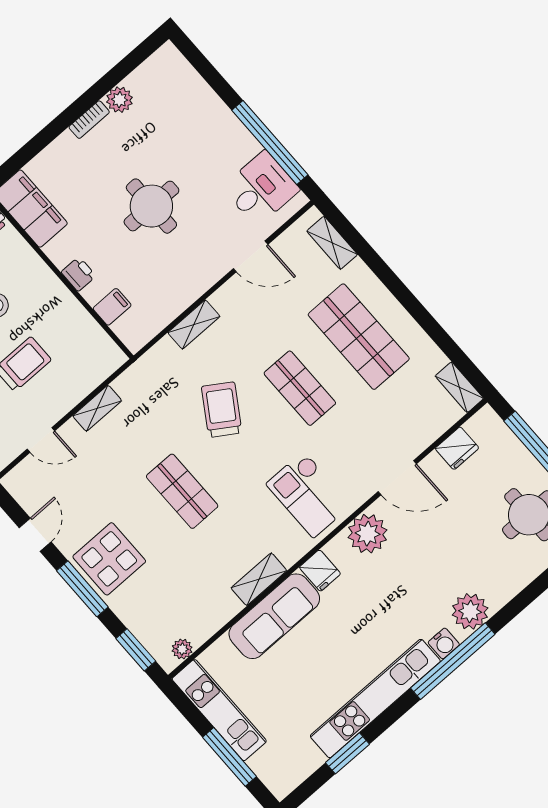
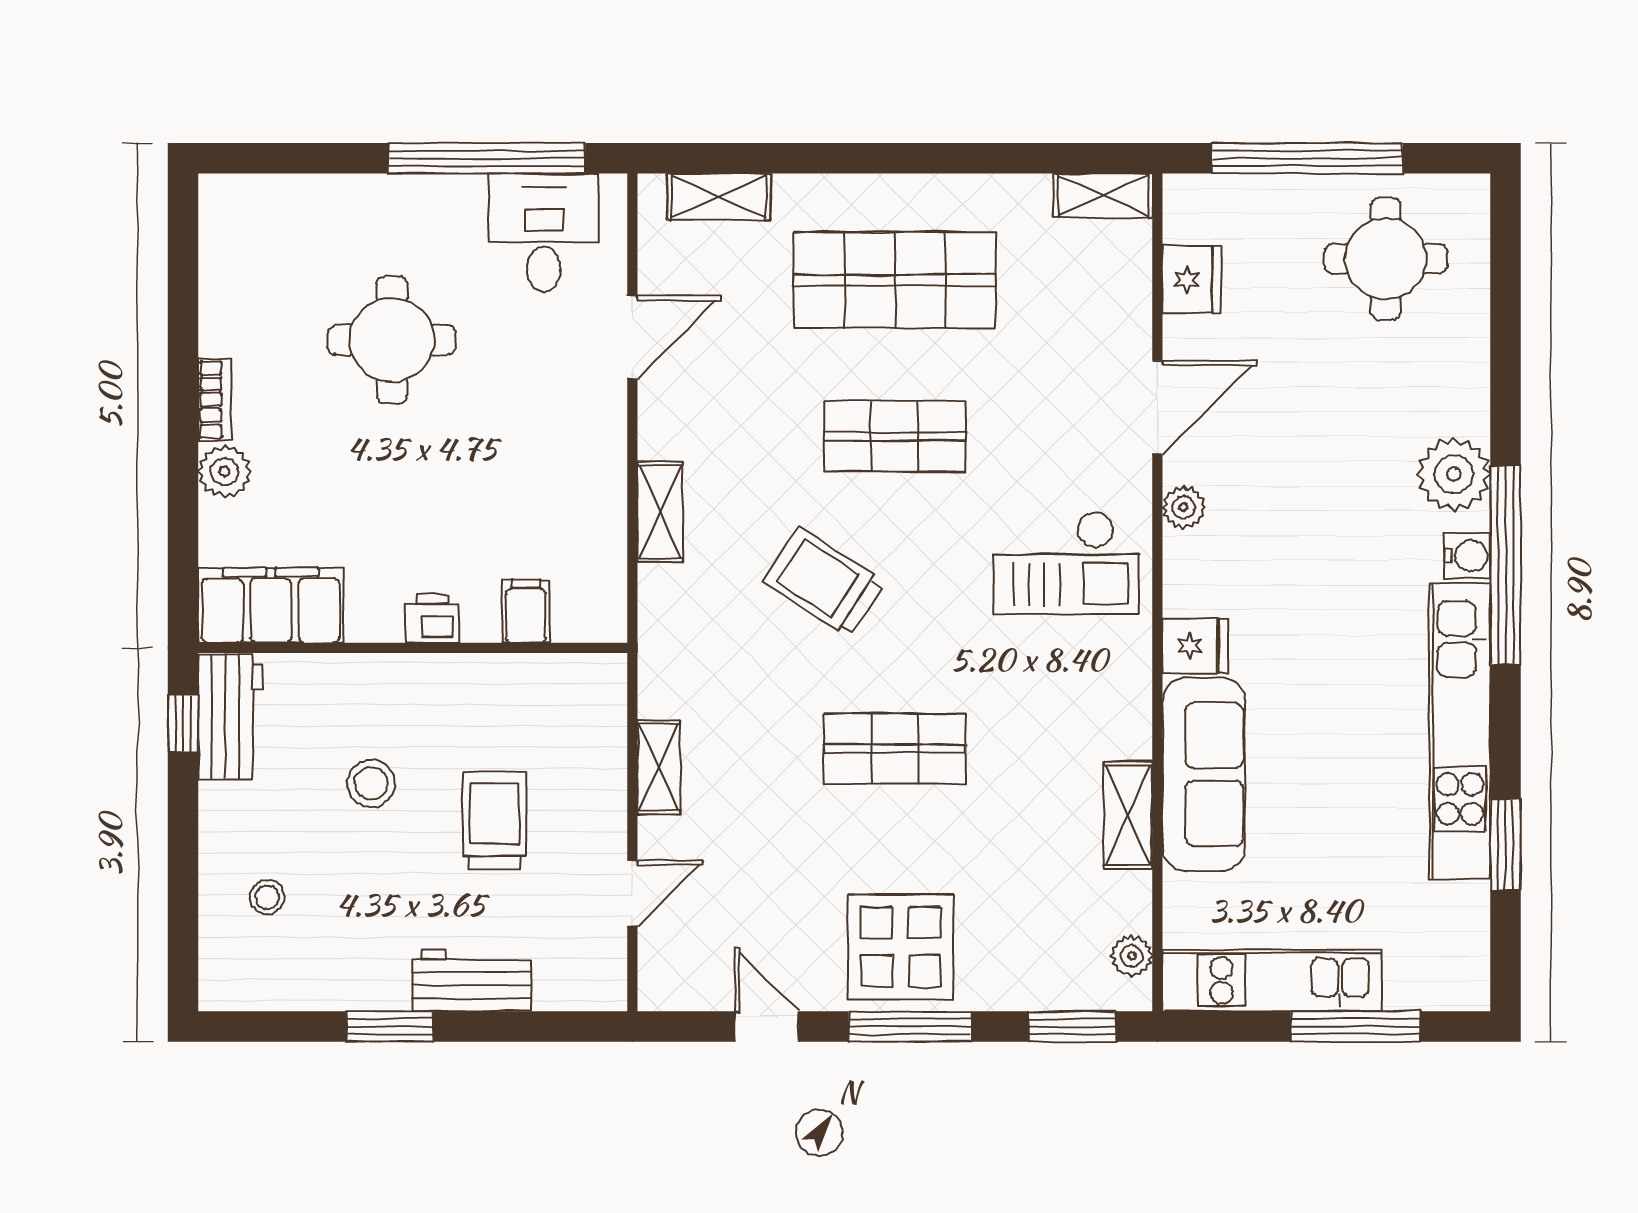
plant: (119, 100) -> (225, 471), moved
round table: (151, 206) -> (392, 340), moved
plant: (368, 534) -> (1184, 507), width x0.53, depth x0.53
shelving: (259, 579) -> (1128, 815), moved

